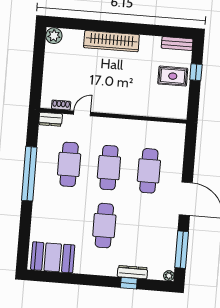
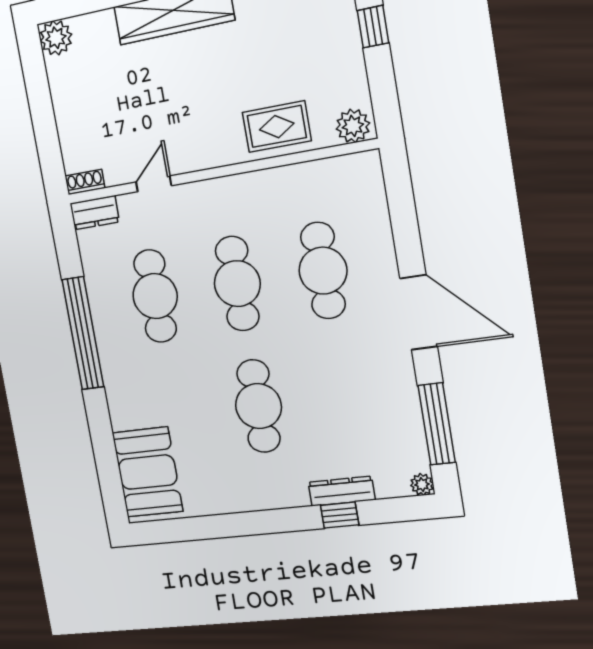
rug: (173, 76) -> (277, 127), moved
shoe rack: (61, 105) -> (85, 182), moved
plant: (177, 111) -> (353, 126), added
booth: (53, 257) -> (148, 472), moved, turned 90

